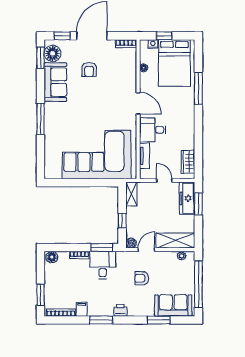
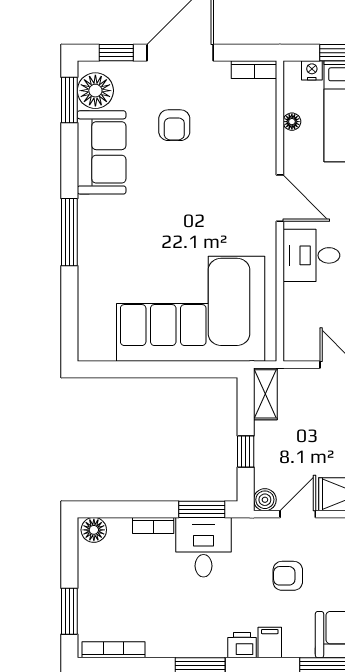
tv unit: (144, 156) -> (294, 312), removed
filing cabinet: (82, 309) -> (270, 642), moved

